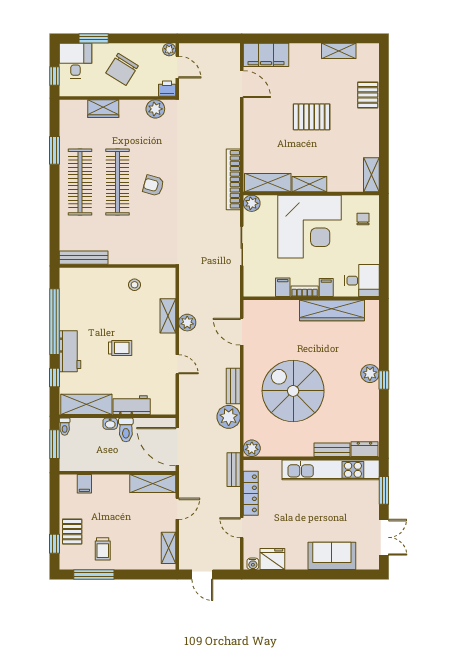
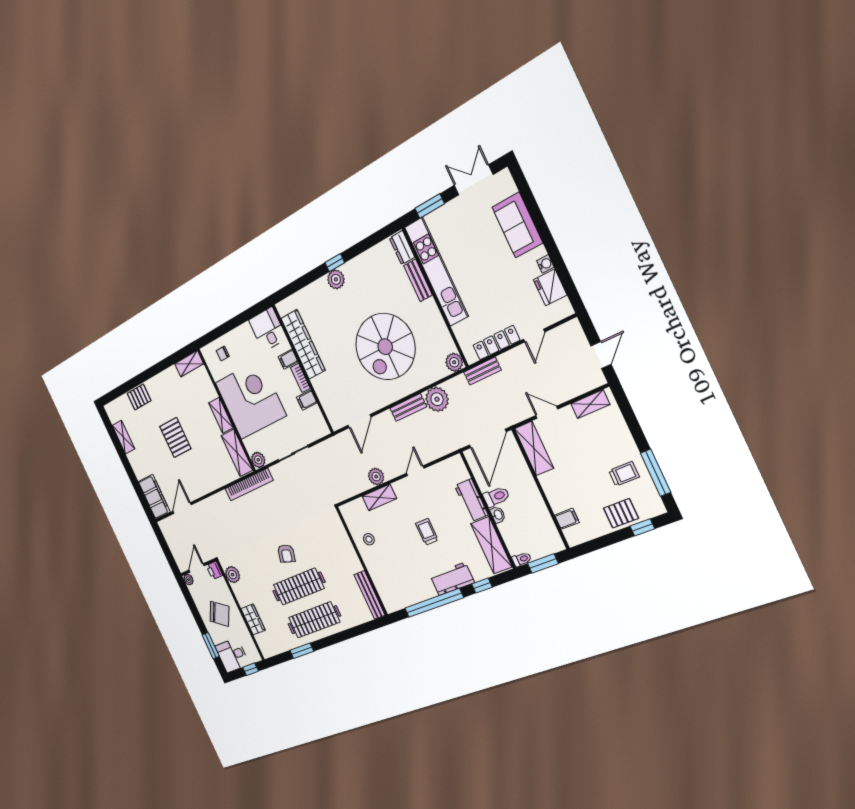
water cooler: (253, 564) -> (545, 264), moved

